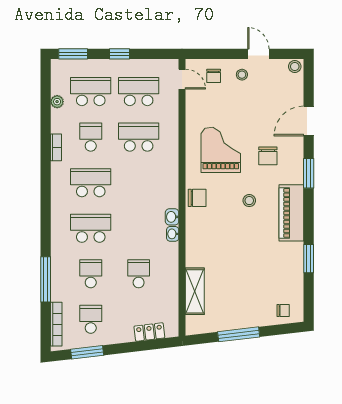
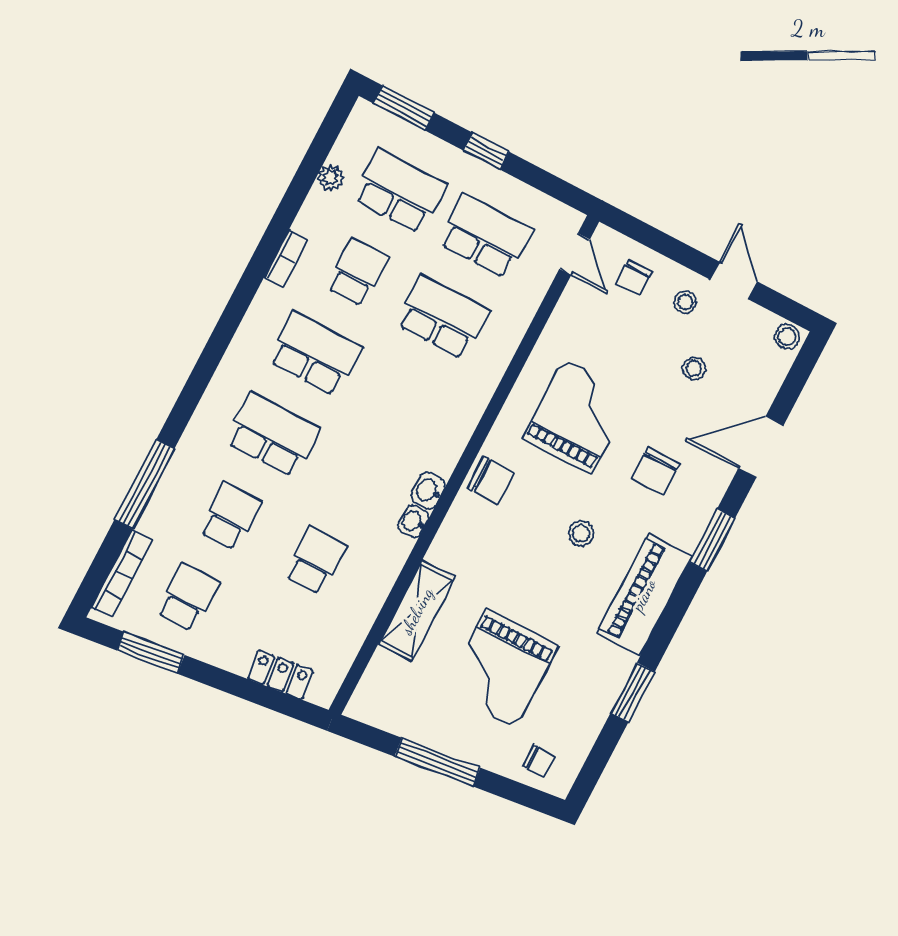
stool: (261, 102) -> (694, 368), added
grand piano: (245, 279) -> (501, 669), added
shelving: (195, 291) -> (417, 611), moved

